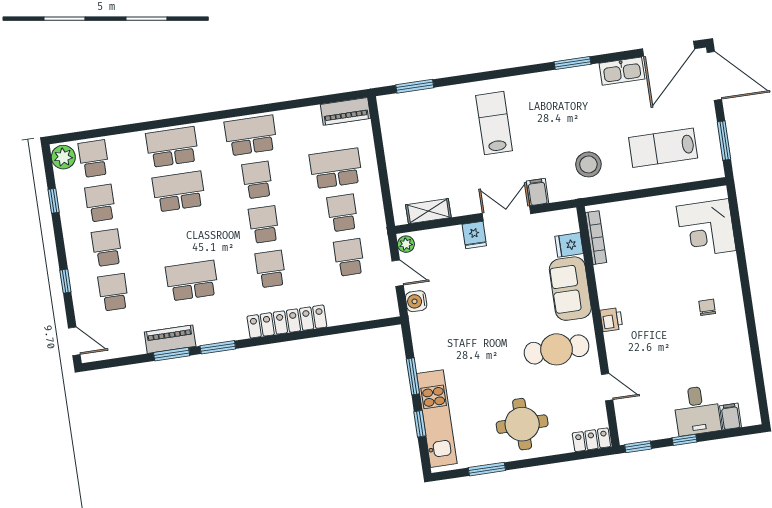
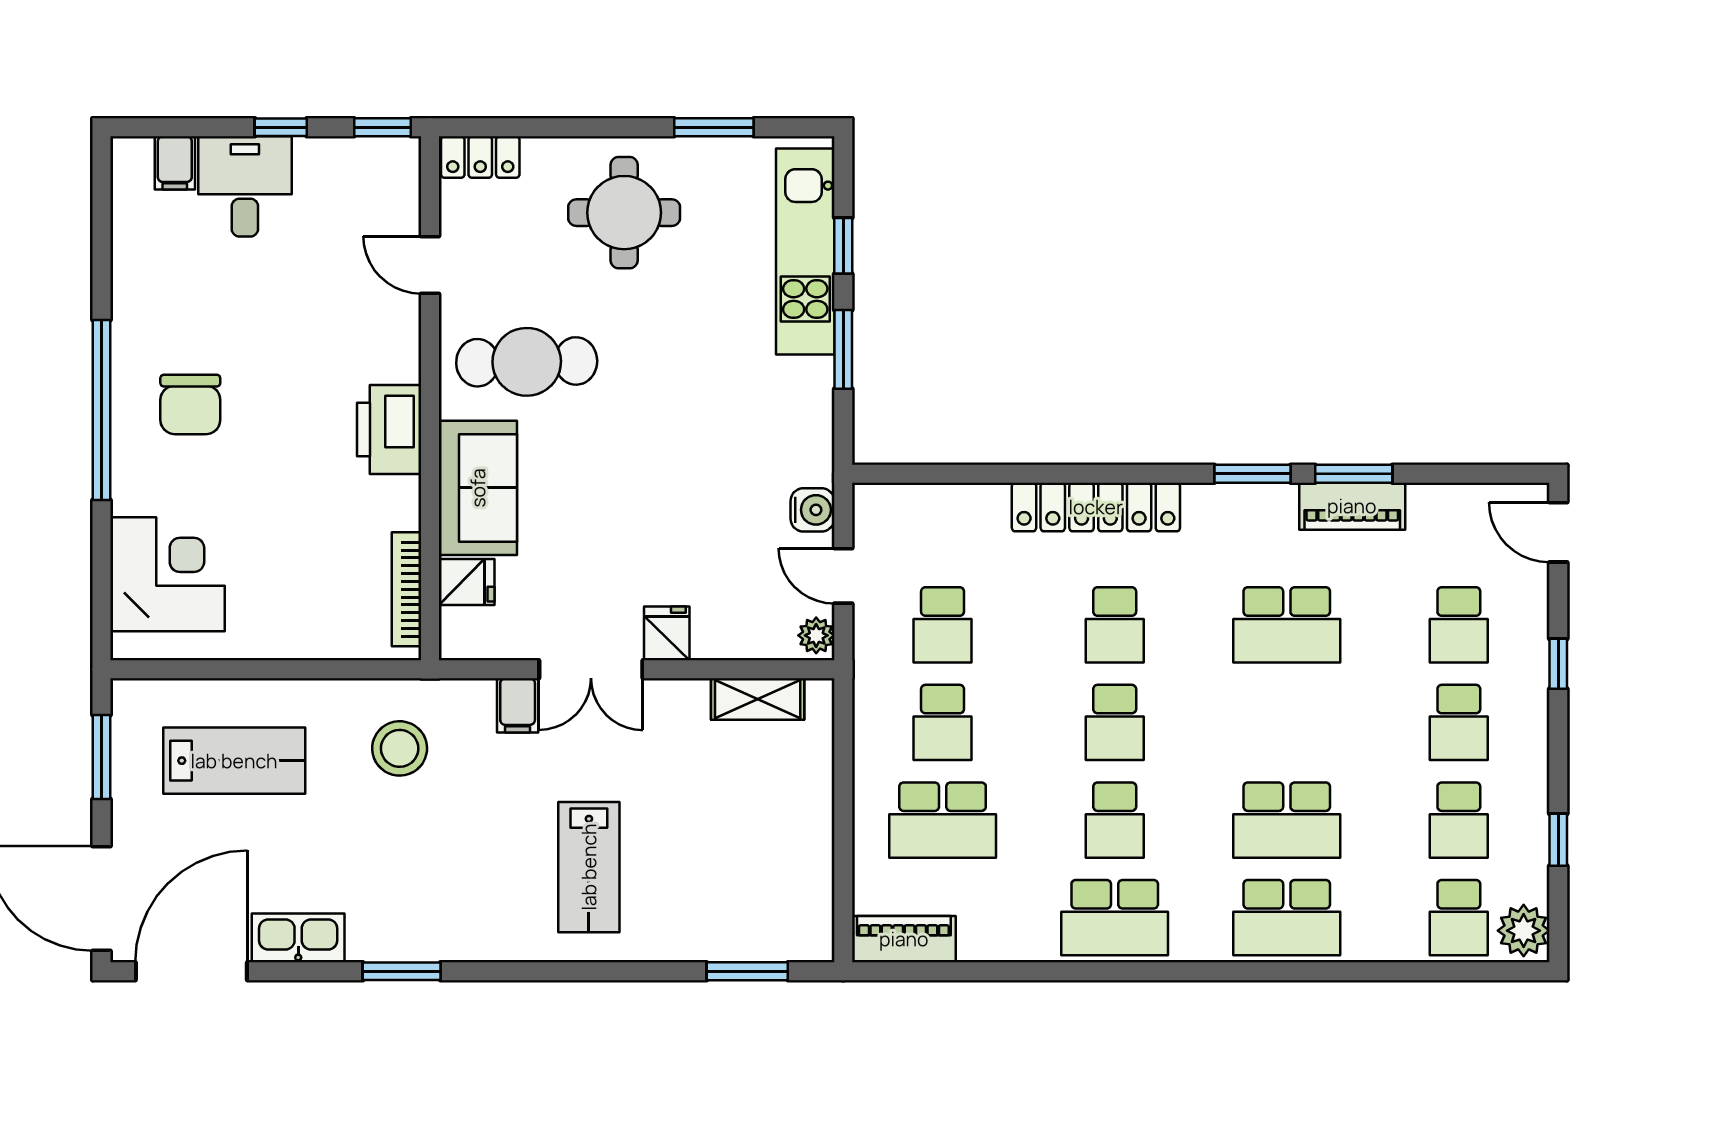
window: (747, 299) -> (101, 410), added
chair: (707, 307) -> (190, 405), width x1.87, depth x1.87
printer: (611, 320) -> (389, 429), width x1.87, depth x1.48

